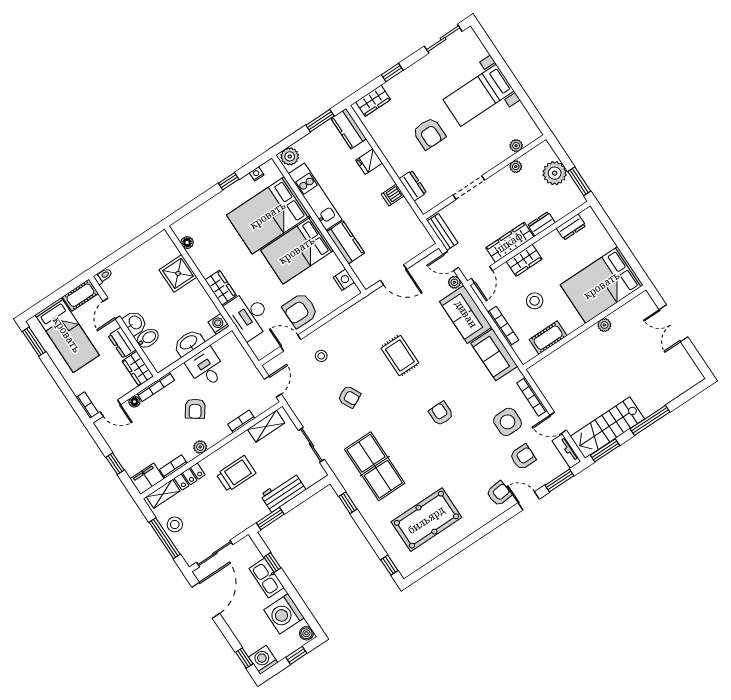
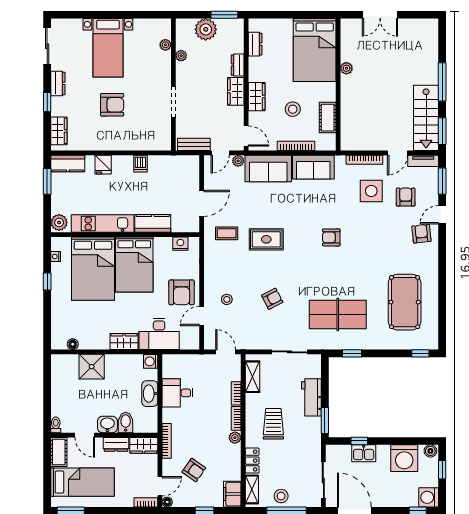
dresser: (413, 186) -> (58, 83), moved, turned 90
wardrobe: (510, 242) -> (236, 91), width x0.67
coffee table: (381, 316) -> (227, 233), added
floor lamp: (134, 402) -> (167, 502), moved
armchair: (195, 409) -> (194, 470), moved
bookcase: (173, 466) -> (236, 418), moved
kitchen sink: (267, 578) -> (364, 453), width x0.73

